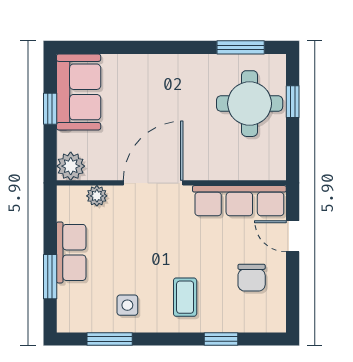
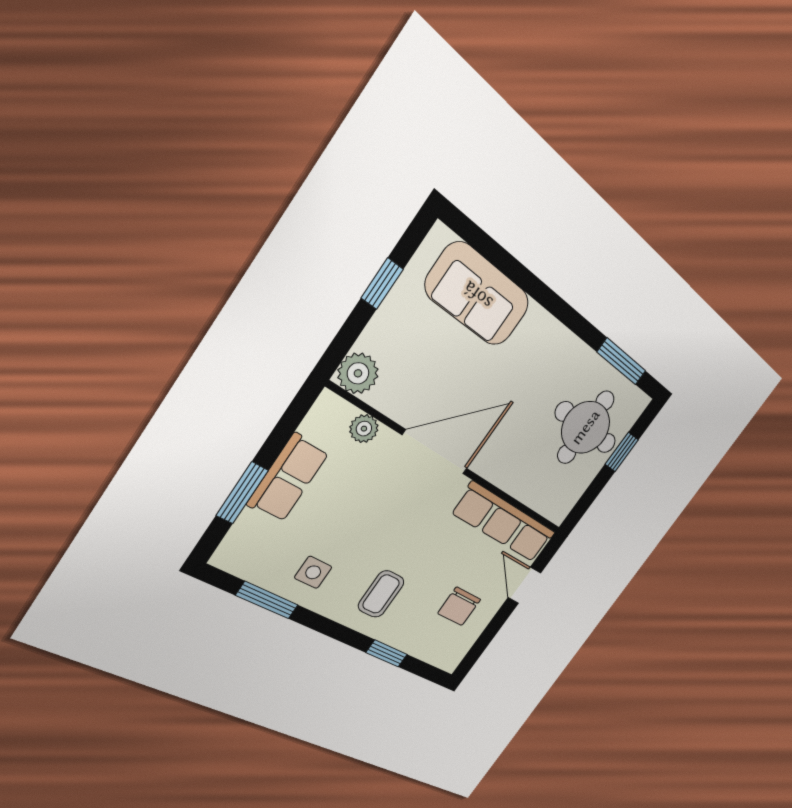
sofa: (79, 92) -> (478, 295), moved, turned 90

